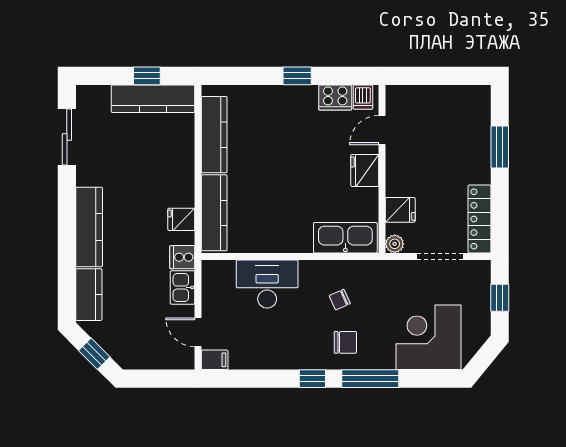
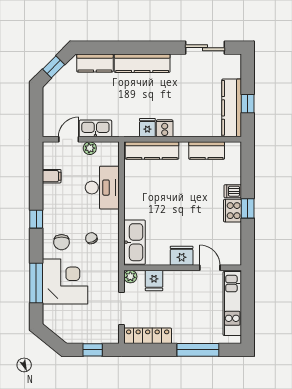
cooker: (335, 97) -> (233, 211), moved
dishwasher: (363, 97) -> (233, 191), moved
kitchen unit: (433, 98) -> (232, 303), added
kitchen counter: (214, 135) -> (207, 151), width x0.67
window: (500, 147) -> (198, 350), width x1.44
cooker: (182, 257) -> (165, 128), moved
kitchen sink: (183, 288) -> (95, 128), width x1.38
plant: (211, 302) -> (90, 148), added
corner desk: (429, 337) -> (65, 281), moved
filing cabinet: (215, 360) -> (52, 176), moved, turned -90
window: (370, 379) -> (36, 283), moved

